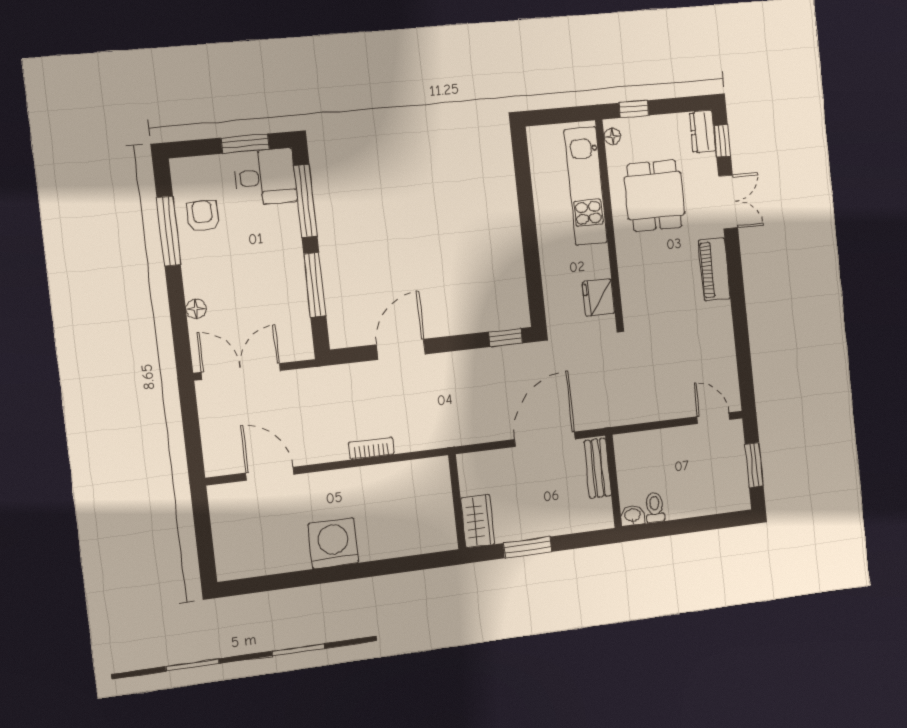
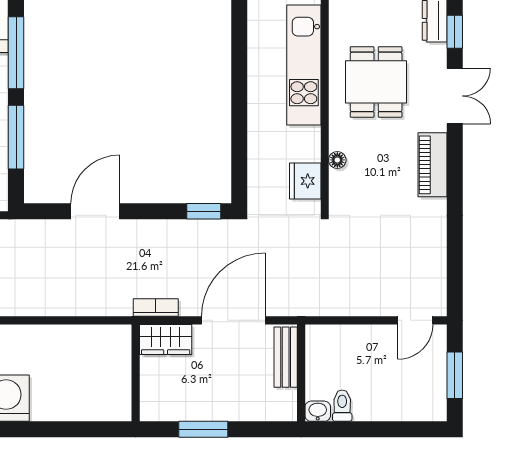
floor lamp: (612, 136) -> (337, 160), moved
door: (713, 418) -> (415, 320), swing flipped
bookcase: (371, 448) -> (156, 307), moved
wardrobe: (478, 521) -> (166, 339), moved, turned 90

